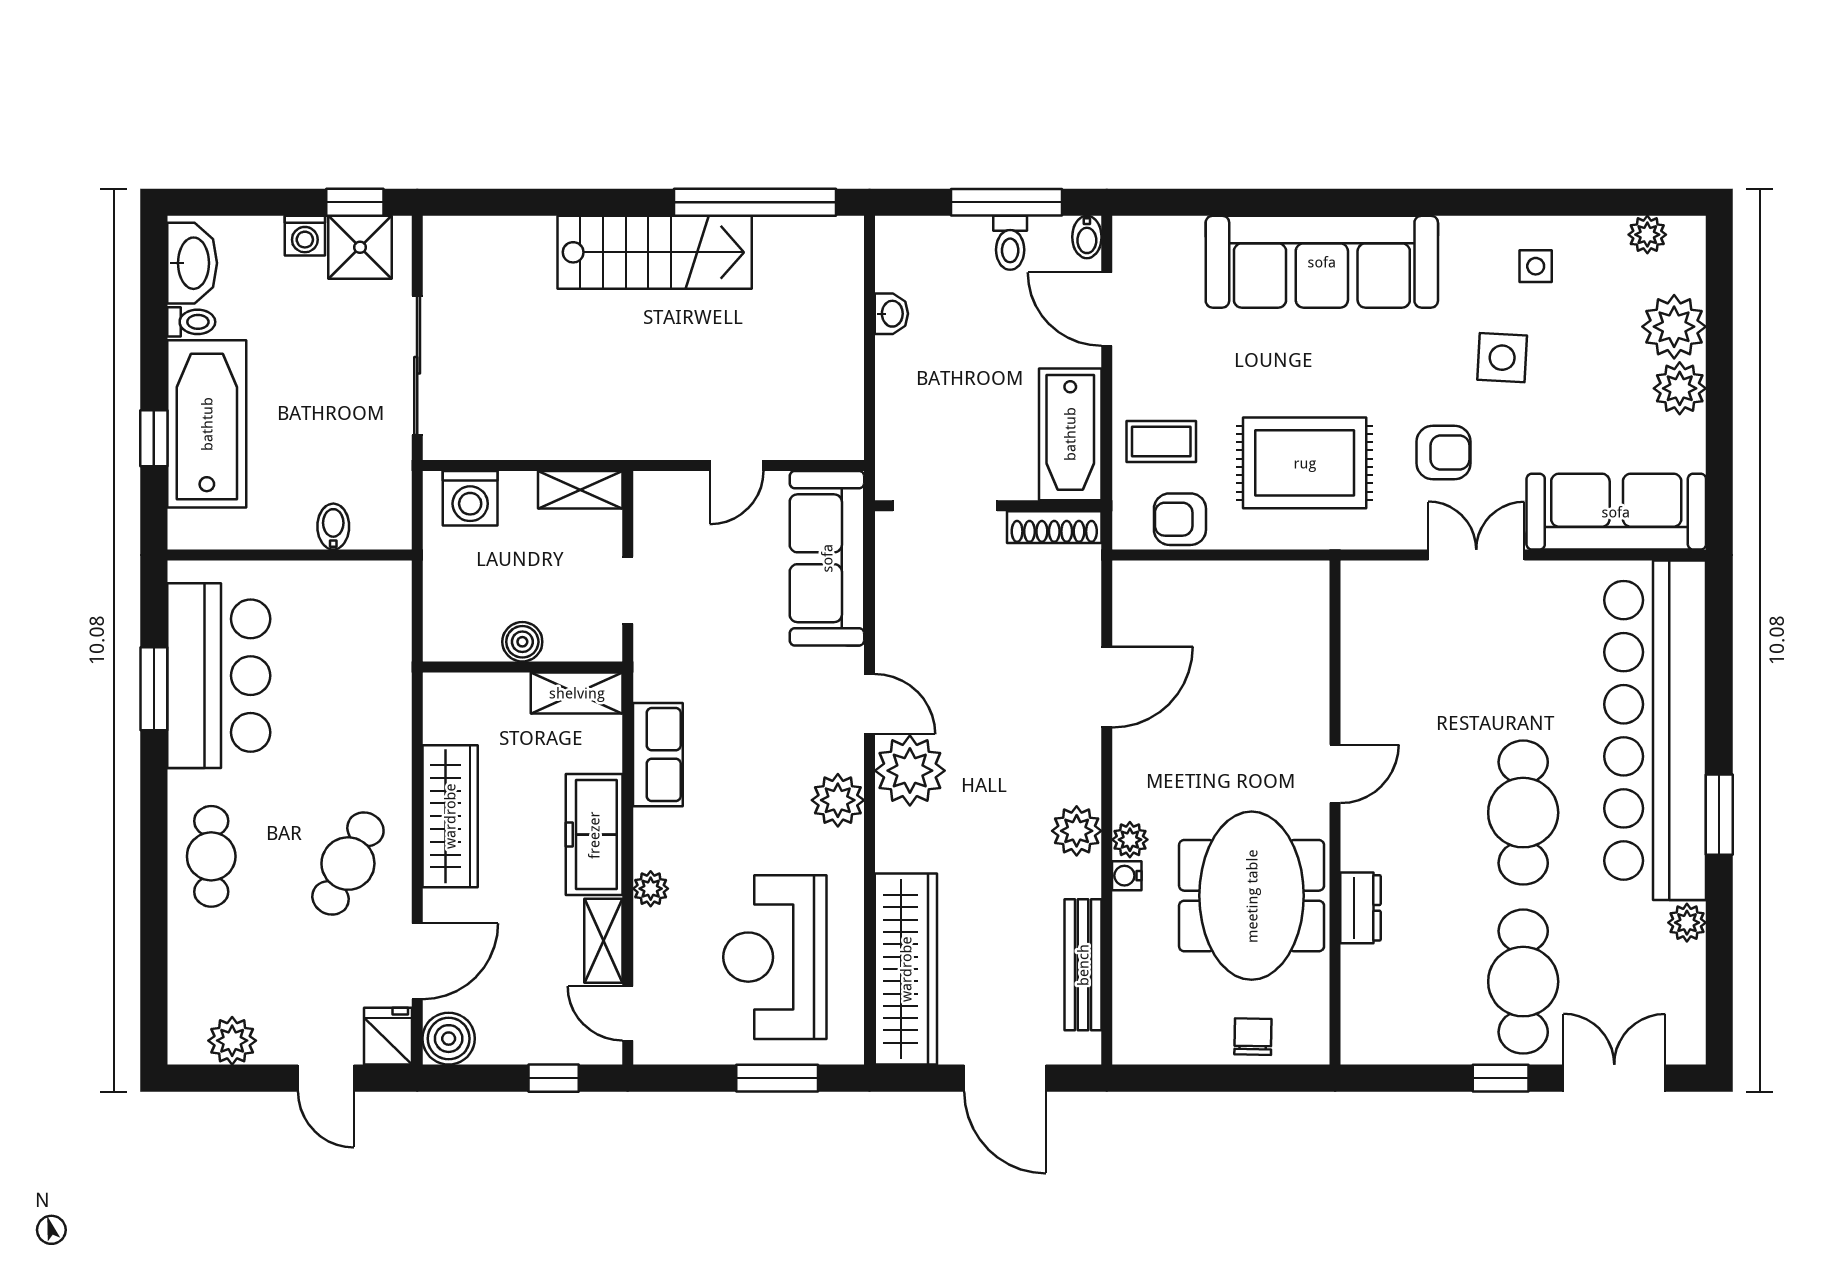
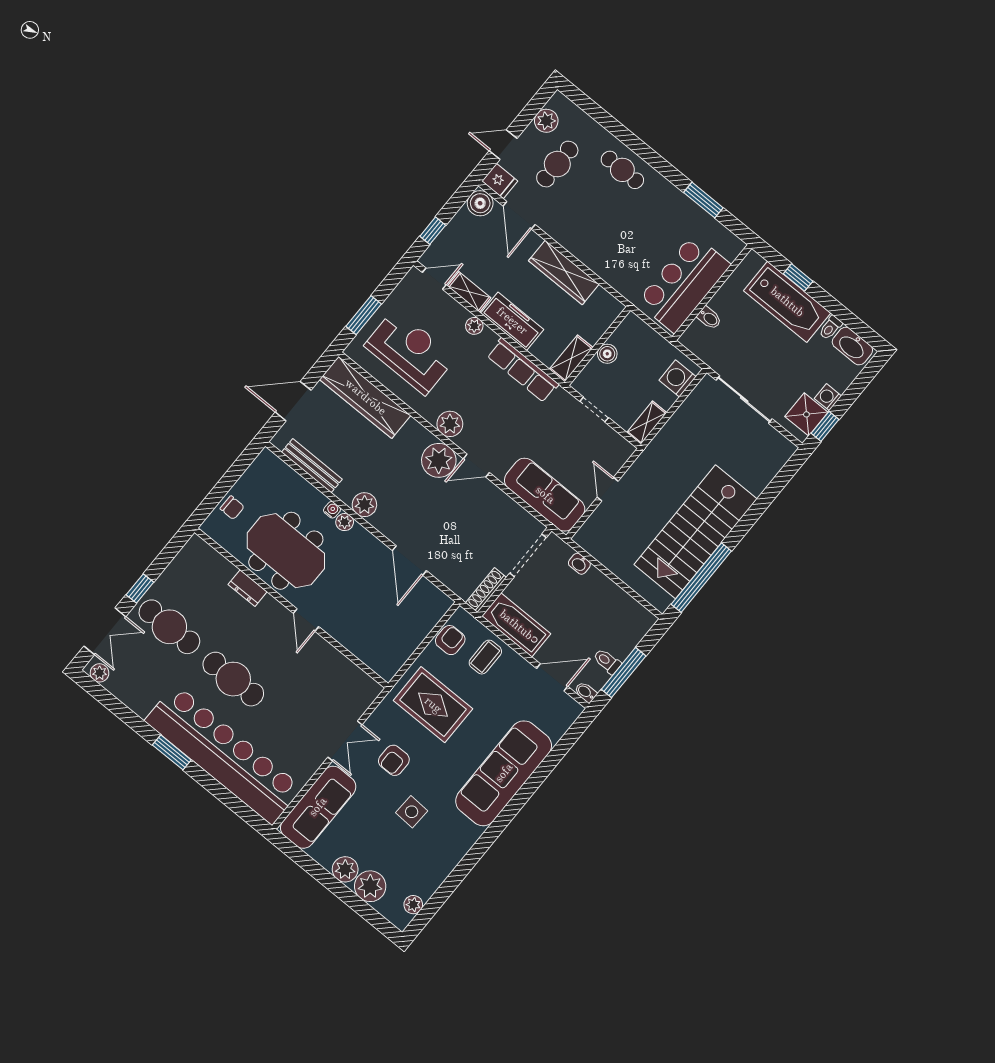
stairs: (655, 252) -> (696, 532), width x1.36, depth x1.51
side table: (1536, 266) -> (436, 853), removed
washbasin: (891, 314) -> (579, 564), moved
rug: (1305, 463) -> (433, 705), turned 90
bar counter: (219, 676) -> (684, 283), moved, turned 90
row of seats: (658, 755) -> (523, 370), width x1.48
cafe table: (348, 864) -> (557, 164), moved, turned 63
plant: (1687, 923) -> (100, 673), moved

